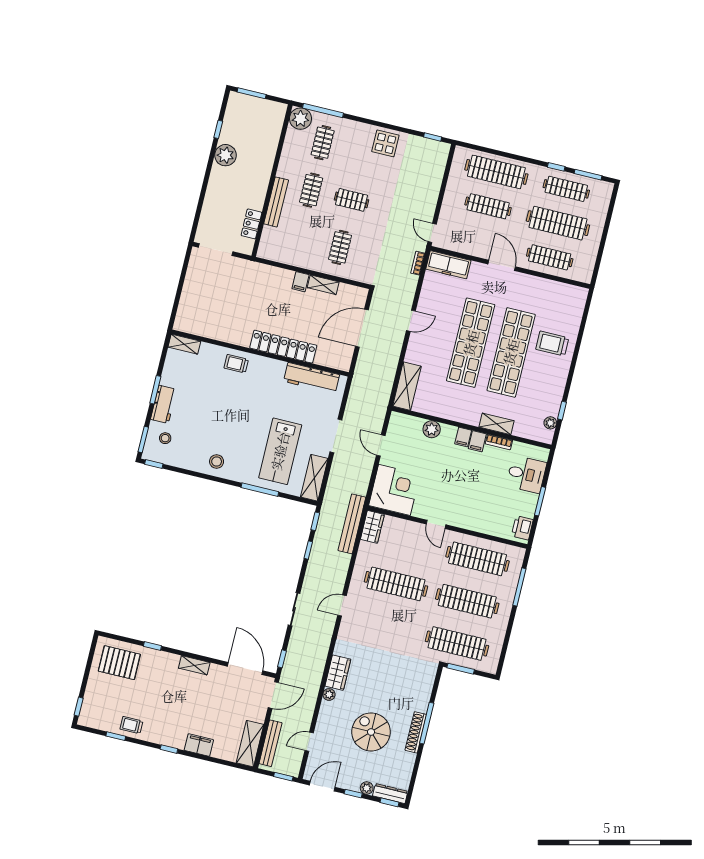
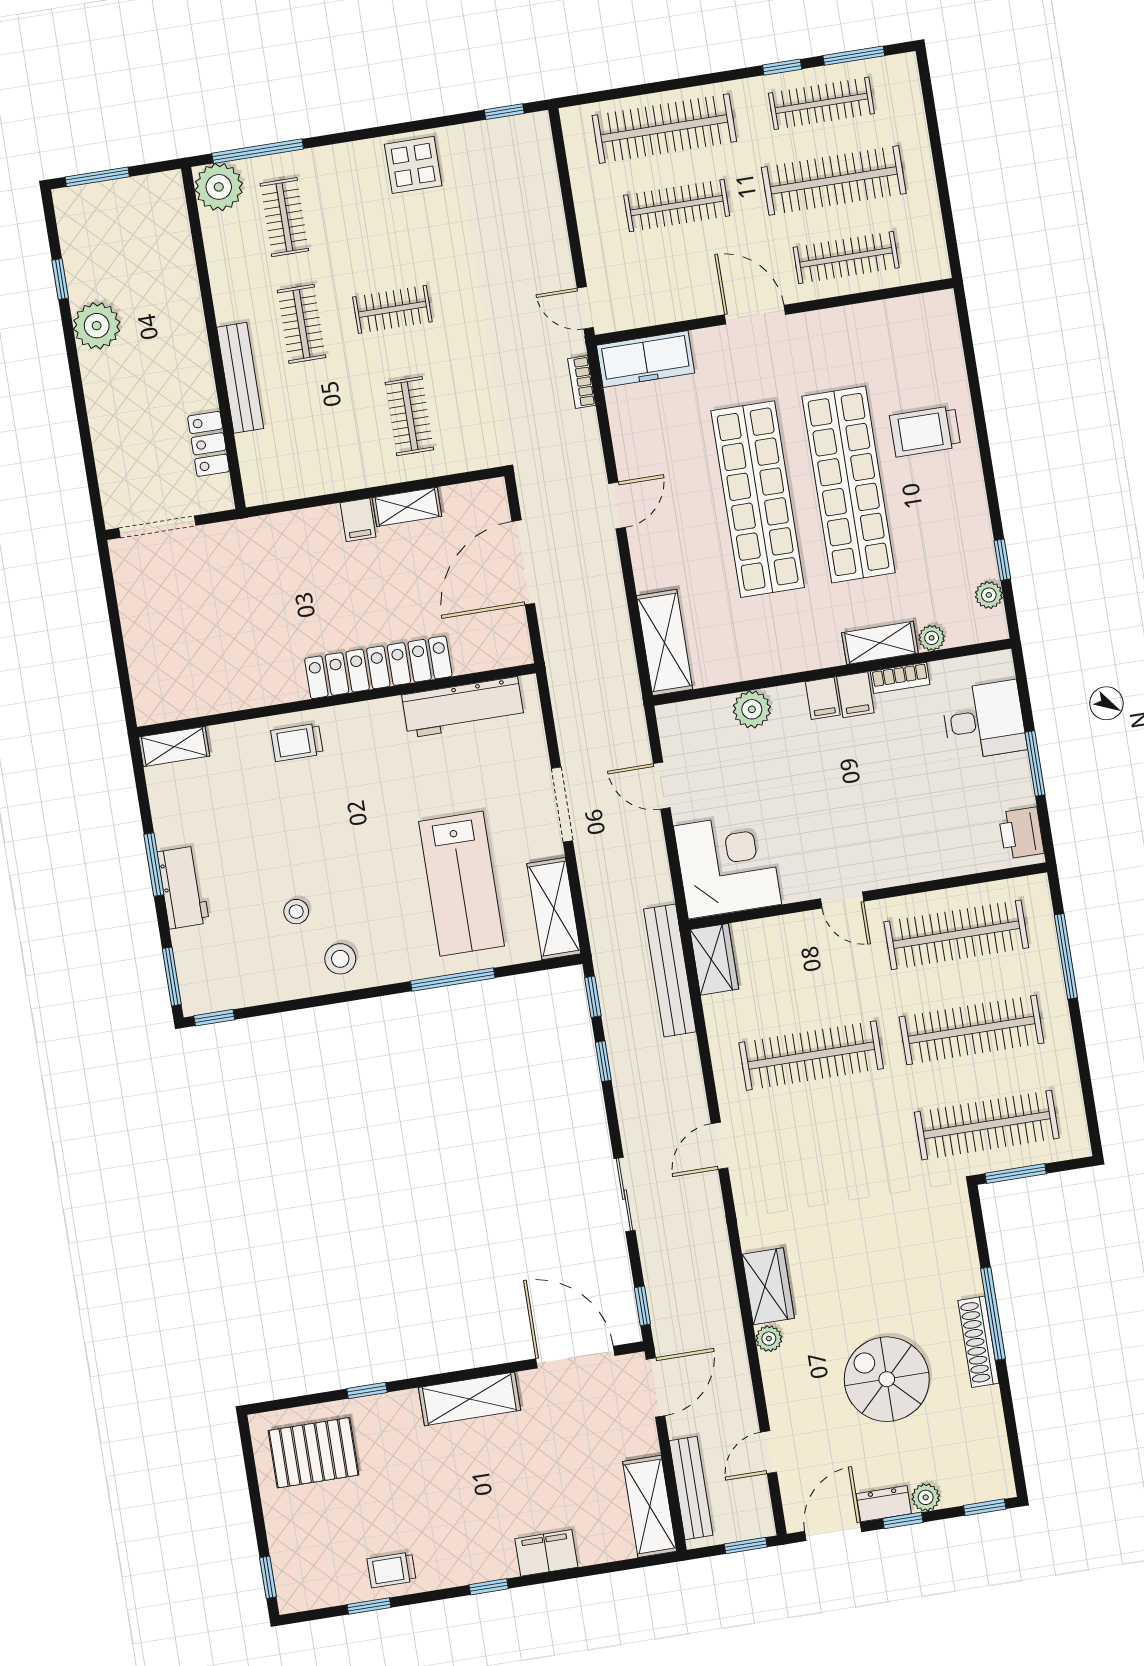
plant: (519, 431) -> (932, 638), added
stool: (165, 438) -> (296, 912), moved
shelving: (194, 665) -> (469, 1399), width x1.50, depth x1.33
dresser: (390, 794) -> (884, 1504), moved, width x0.70

